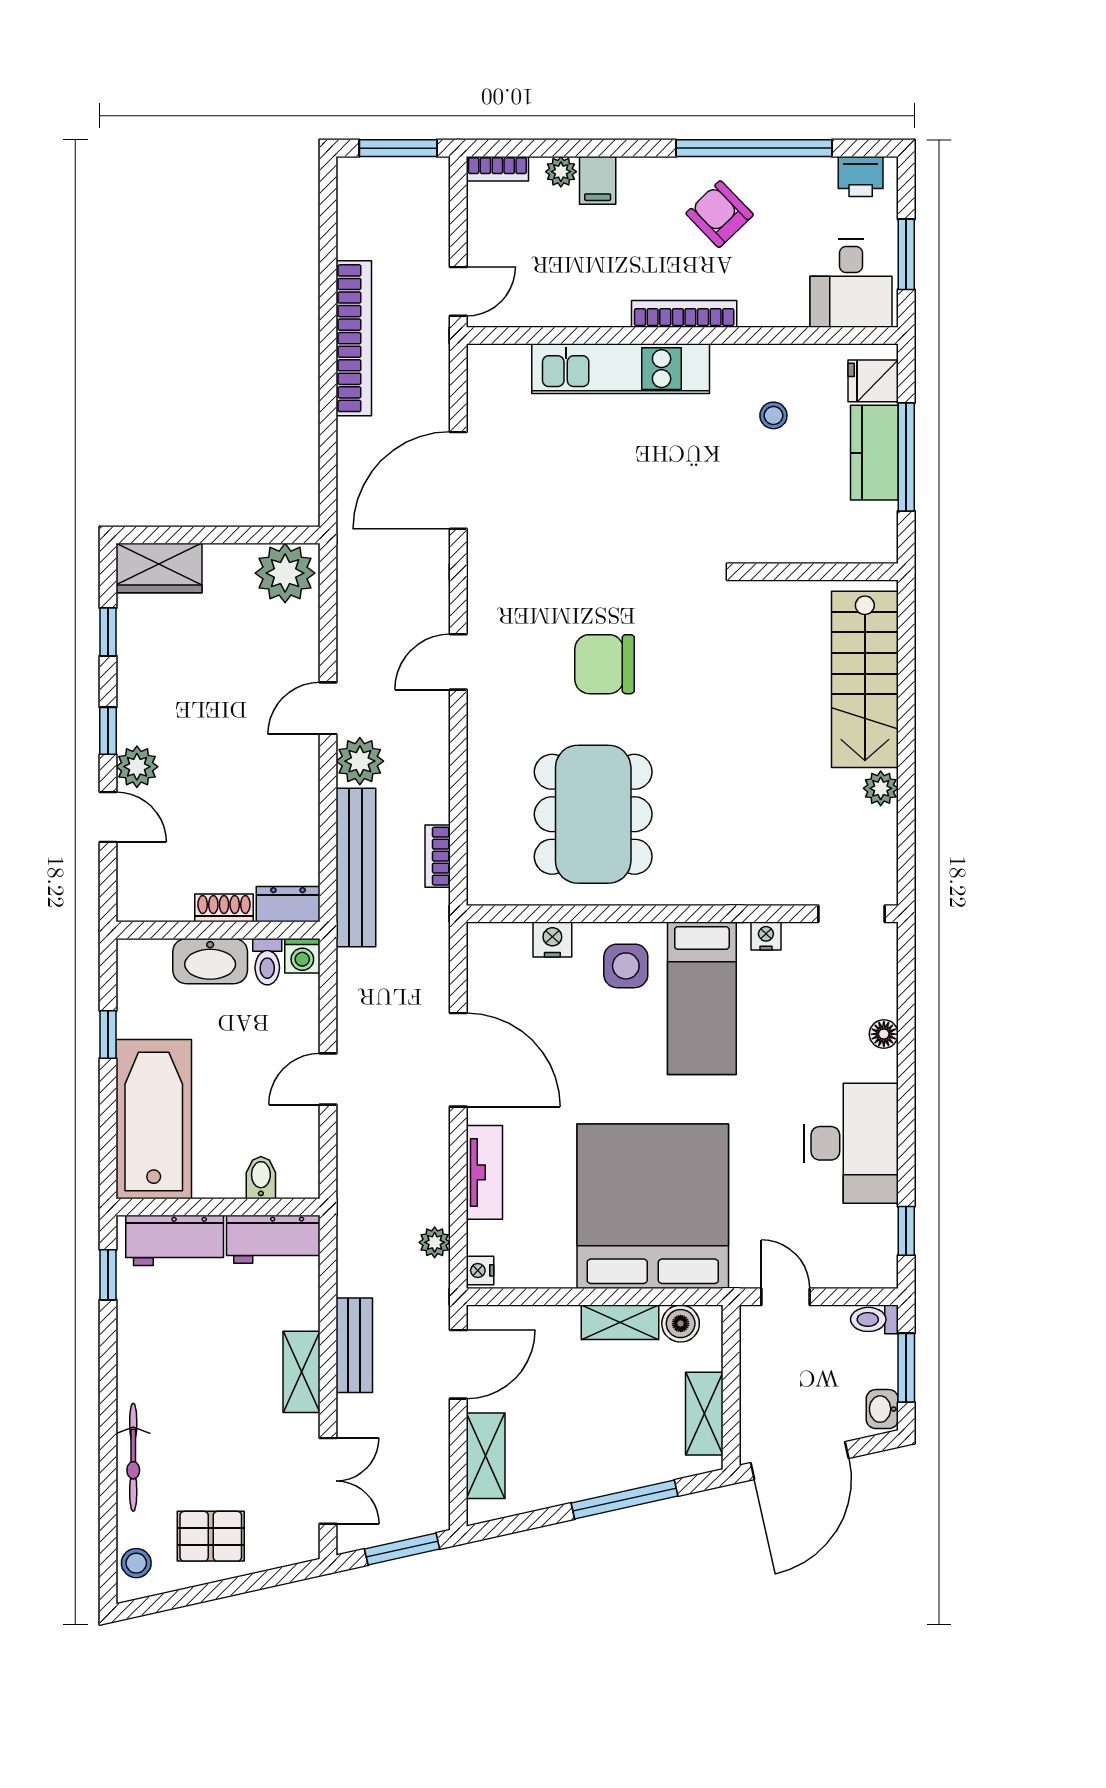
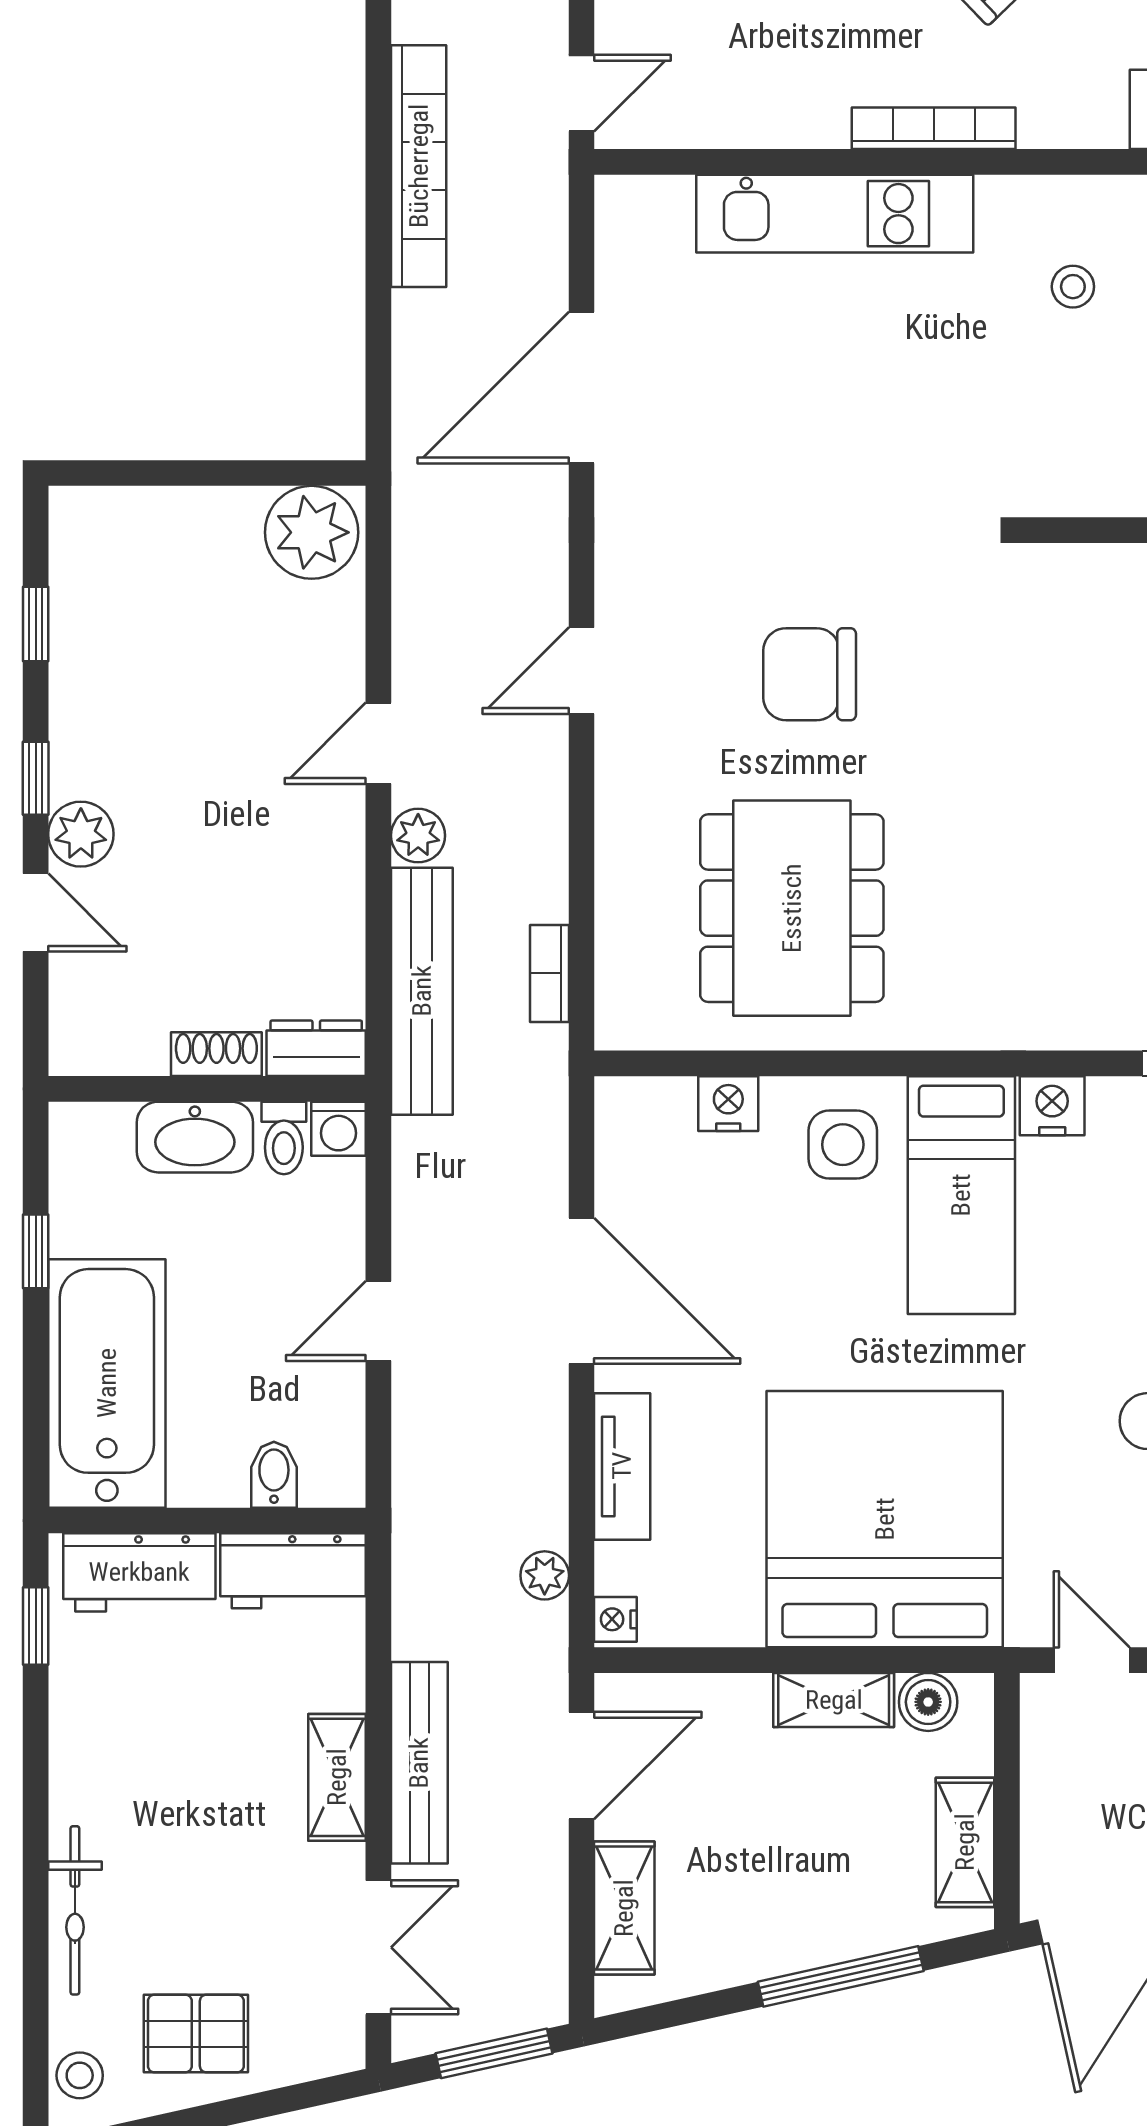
wardrobe: (159, 568) -> (115, 524), removed
plant: (360, 761) -> (418, 836), width x0.73, depth x0.73
nightstand: (766, 936) -> (1052, 1106), width x1.39, depth x1.35
bench: (354, 1345) -> (419, 1763), width x1.36

